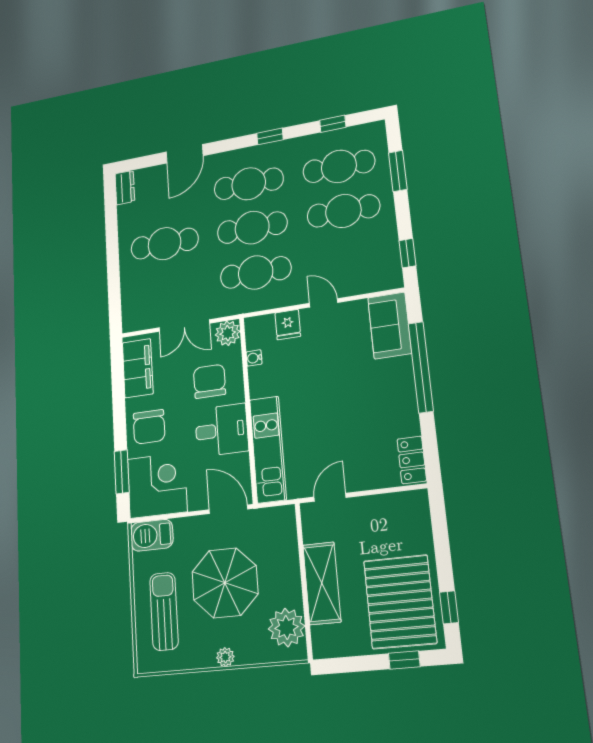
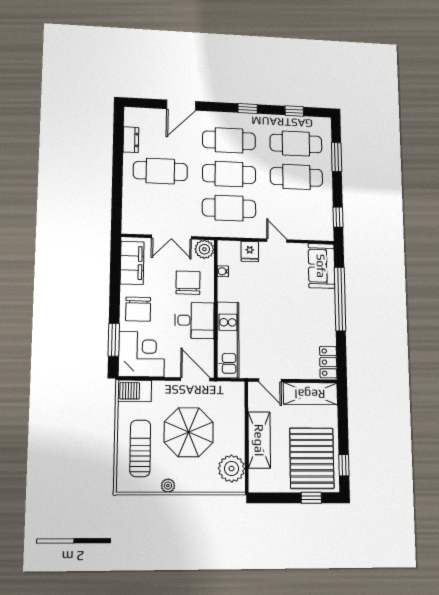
dresser: (125, 188) -> (131, 140), moved
door: (330, 497) -> (270, 380), swing flipped
shelving: (390, 508) -> (310, 394), added
plant: (225, 657) -> (168, 486), moved

